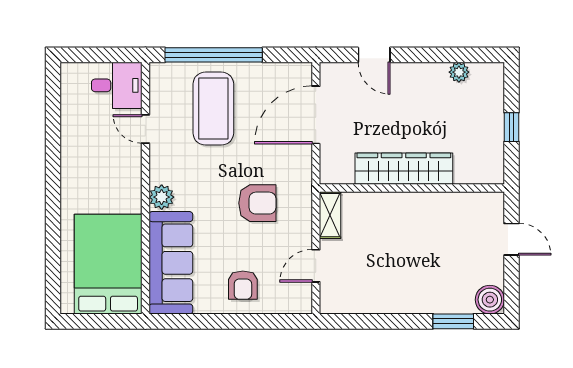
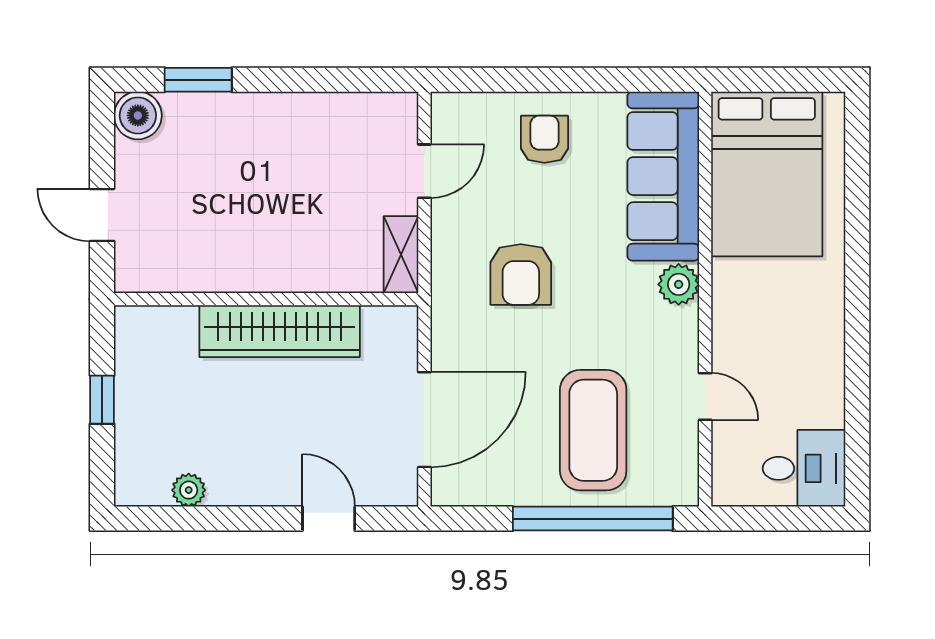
desk: (117, 85) -> (804, 468), moved, turned 180
armchair: (257, 203) -> (521, 274), turned -90

